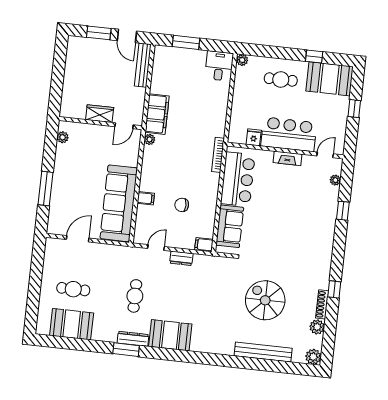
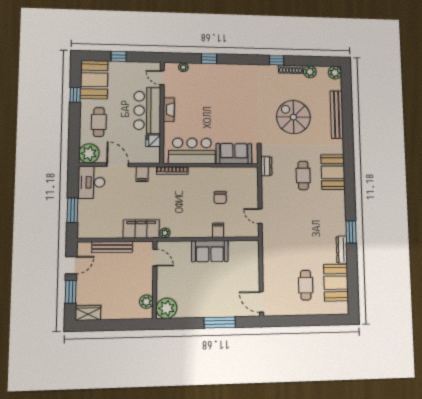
plant: (242, 60) -> (89, 153), width x1.87, depth x1.87
bench: (143, 65) -> (112, 247), moved
desk: (219, 66) -> (91, 182), width x1.37
door: (231, 96) -> (118, 165), added
plant: (78, 112) -> (146, 302), added
wardrobe: (100, 114) -> (88, 313), moved, turned 90
plant: (63, 137) -> (167, 308), width x1.88, depth x1.88
sofa: (119, 203) -> (210, 251), width x0.54, depth x0.79
door: (78, 239) -> (261, 302), moved
filing cabinet: (204, 245) -> (142, 174), moved
dresser: (181, 258) -> (266, 166), moved
cafe table: (135, 296) -> (303, 175), moved, turned 90
spiral stairs: (265, 300) -> (293, 117), turned 90
booth: (170, 335) -> (333, 172), moved
dresser: (133, 339) -> (342, 250), moved

